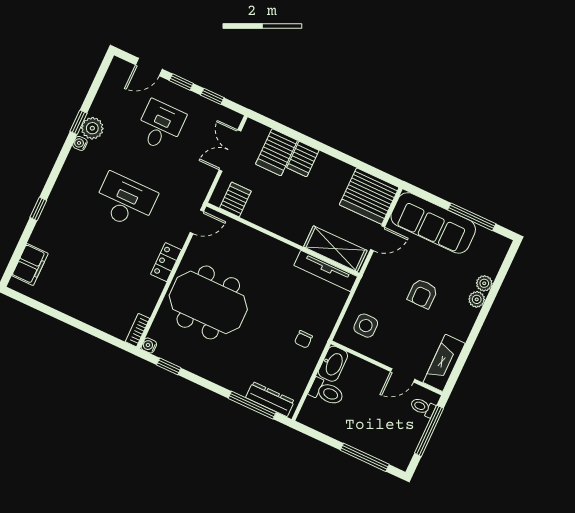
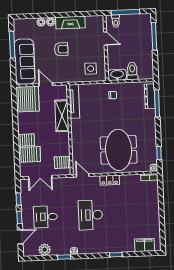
door: (149, 67) -> (20, 237), hinge flipped
plant: (92, 128) -> (45, 250), moved
shelving: (335, 249) -> (62, 116), moved
fireplace: (444, 363) -> (70, 23), moved

